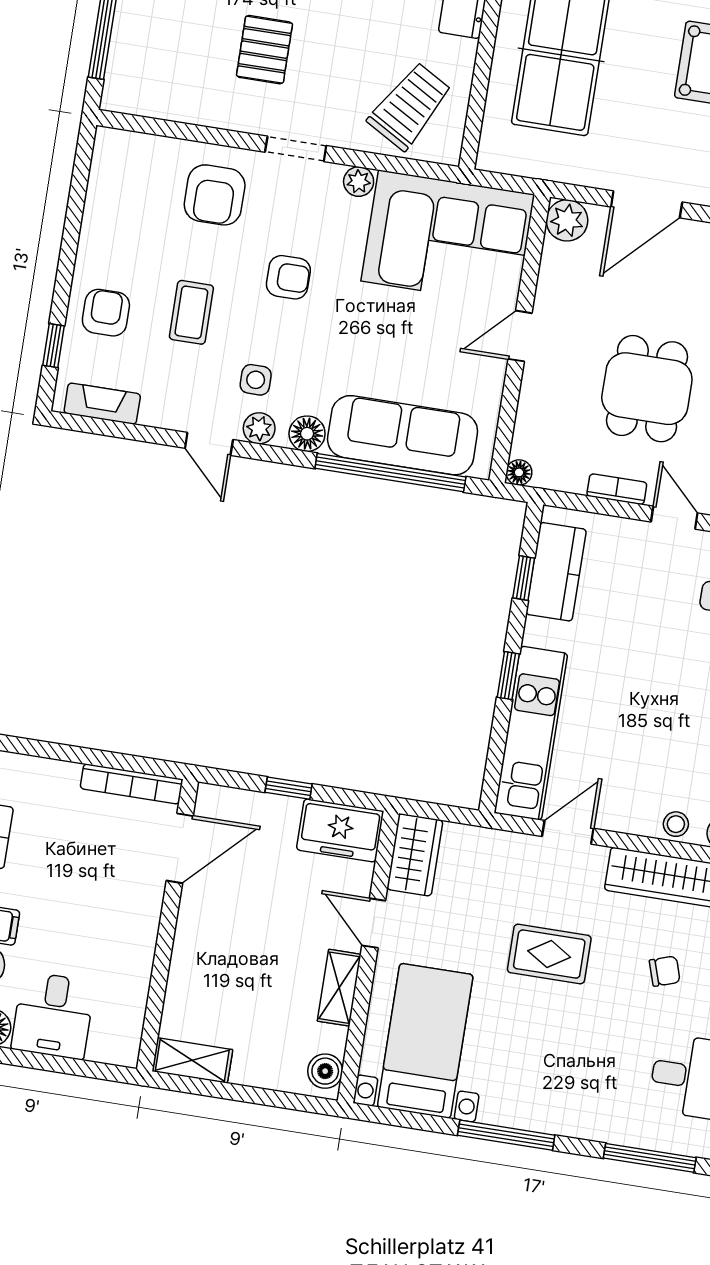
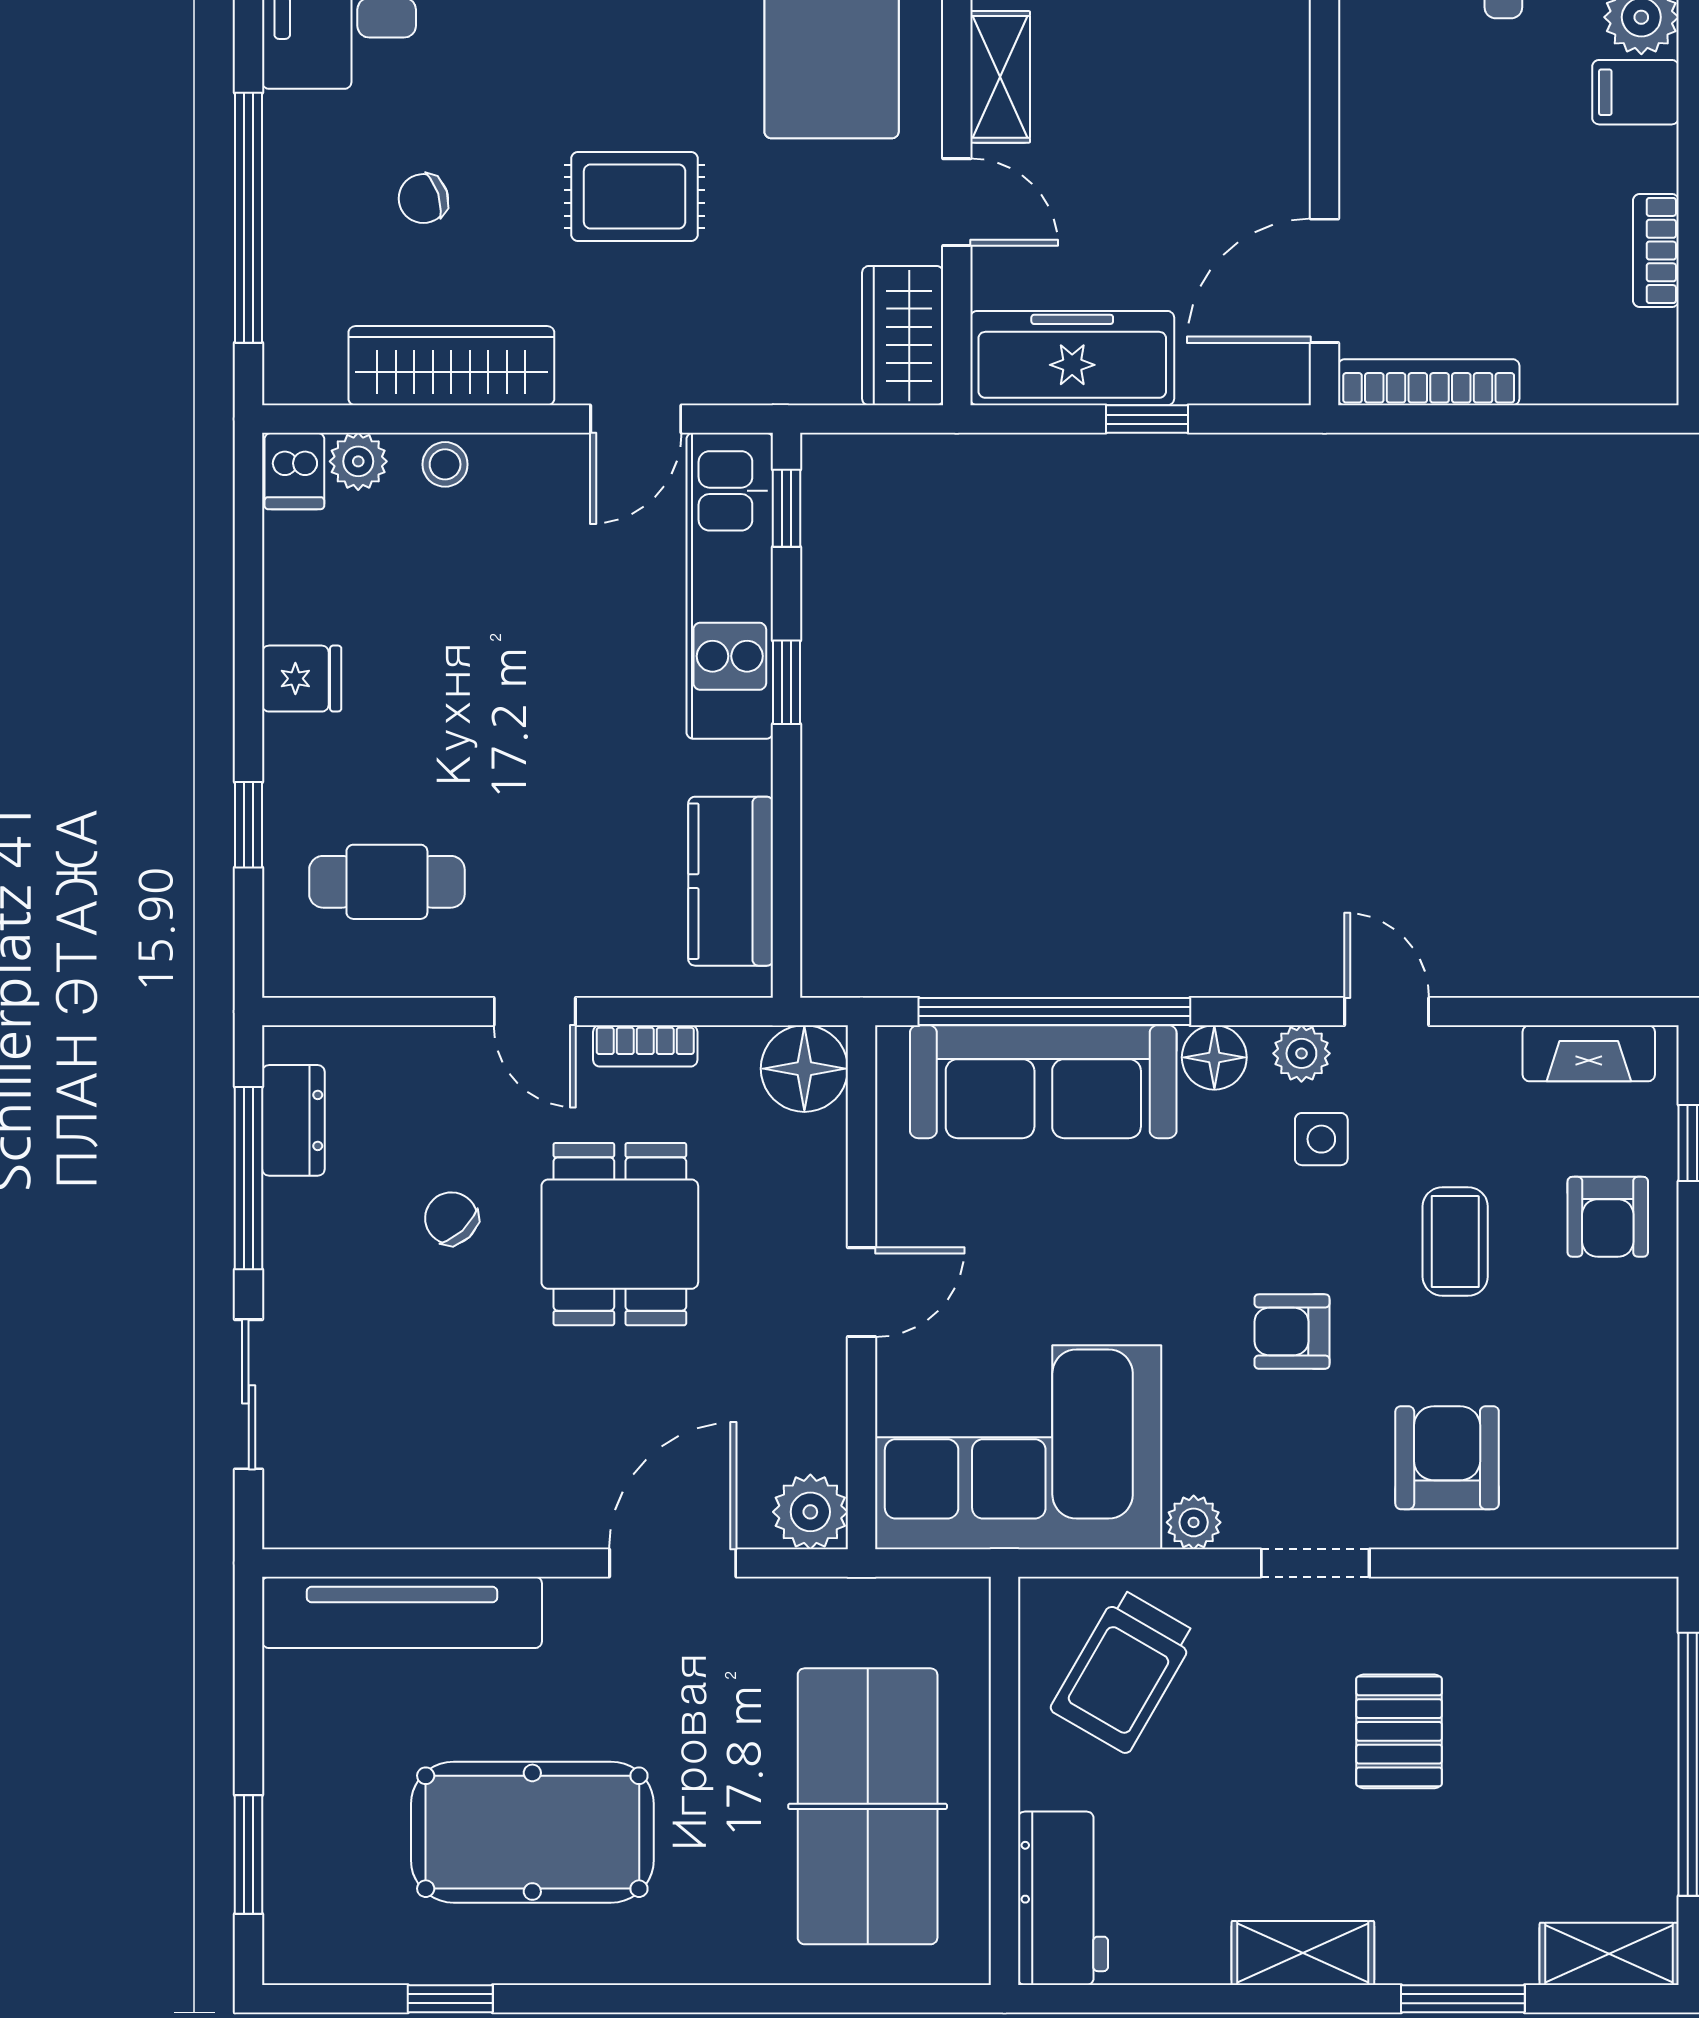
floor lamp: (519, 472) -> (804, 1069), width x1.89, depth x1.89
window: (524, 578) -> (787, 508), moved
freezer: (340, 830) -> (1072, 358), width x1.40

